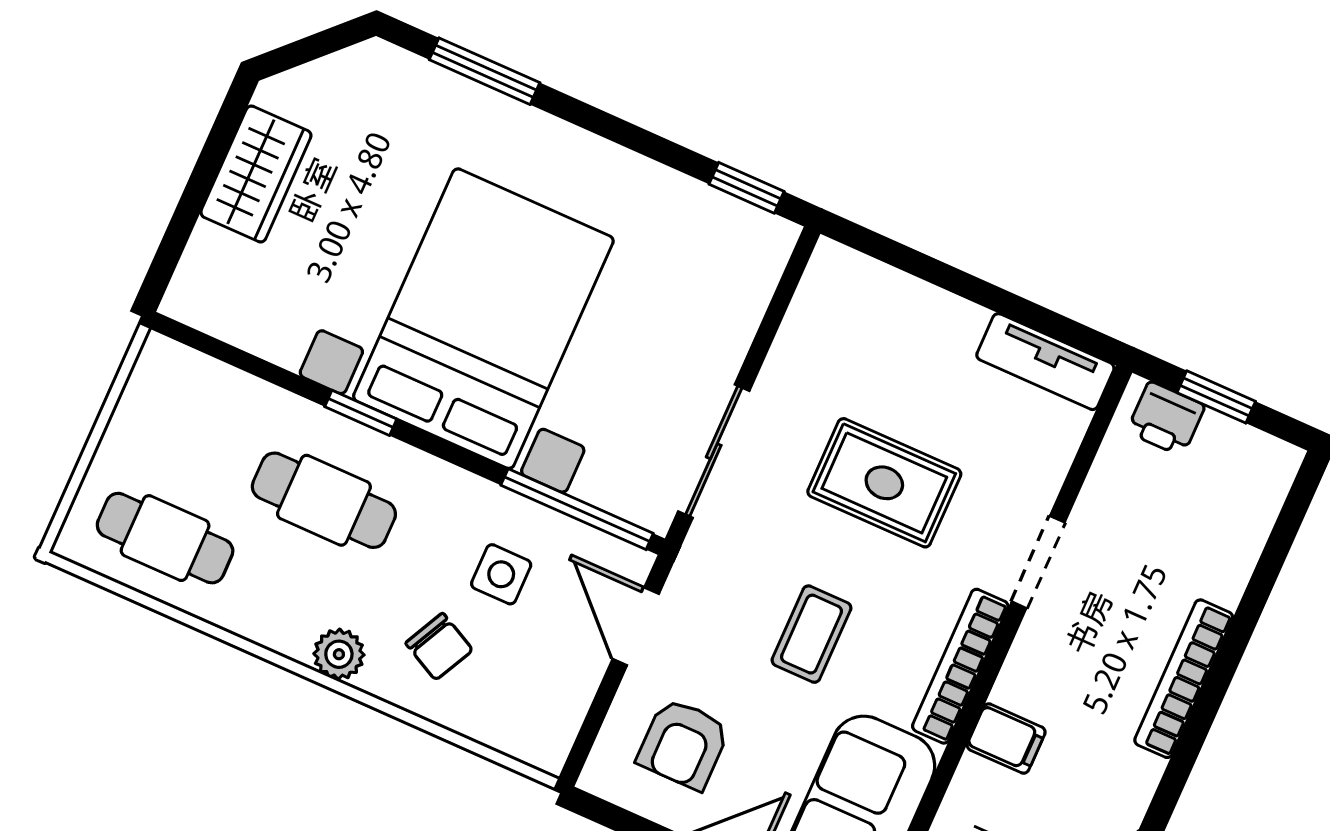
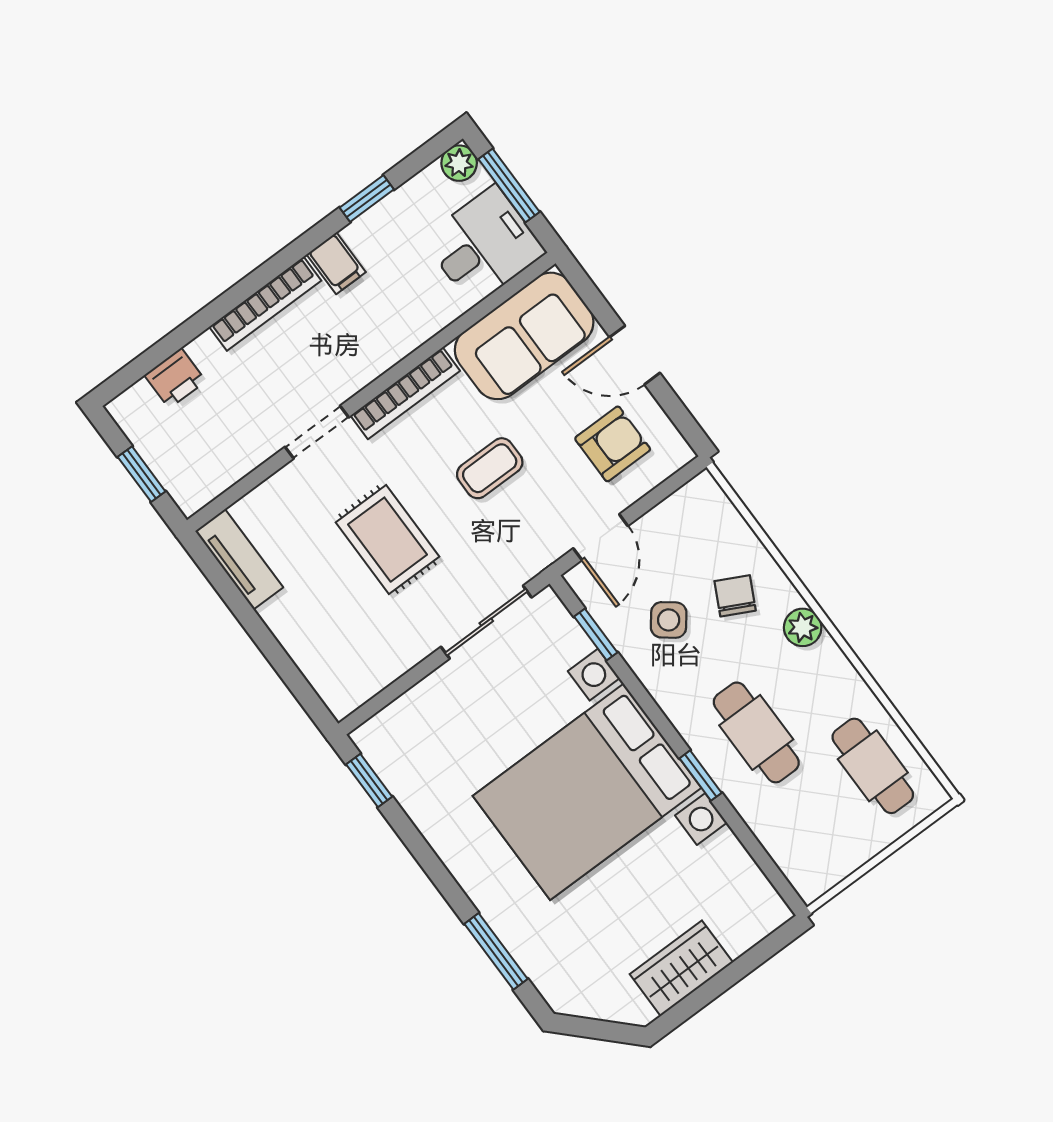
printer: (1166, 419) -> (175, 378), moved, turned 90
window: (577, 509) -> (596, 634), width x0.46
side table: (501, 574) -> (669, 620), turned 38
filing cabinet: (1006, 739) -> (336, 263), moved, turned 180

